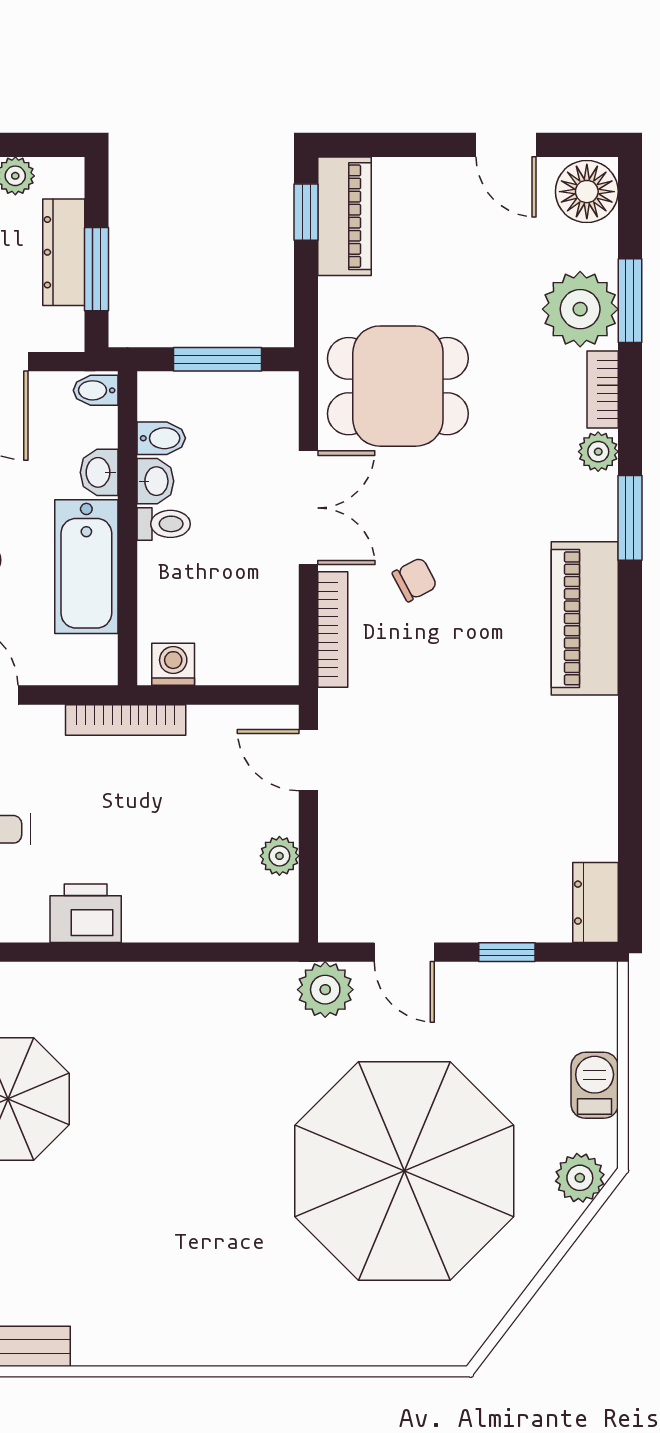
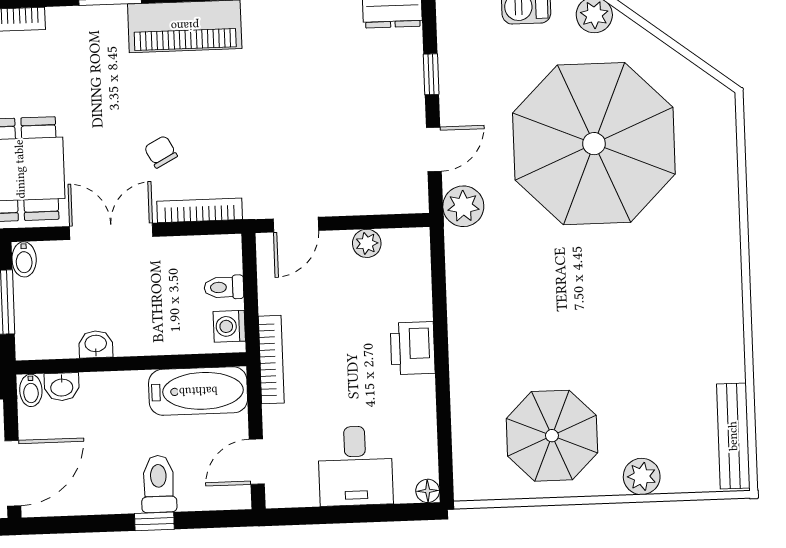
bidet: (161, 438) -> (24, 259), moved, turned 180
plant: (598, 452) -> (62, 21), removed
washbasin: (99, 472) -> (62, 387), moved
toilet: (164, 524) -> (224, 287), moved, turned -90
bathtub: (86, 567) -> (198, 391), moved
printer: (86, 913) -> (413, 348), moved

